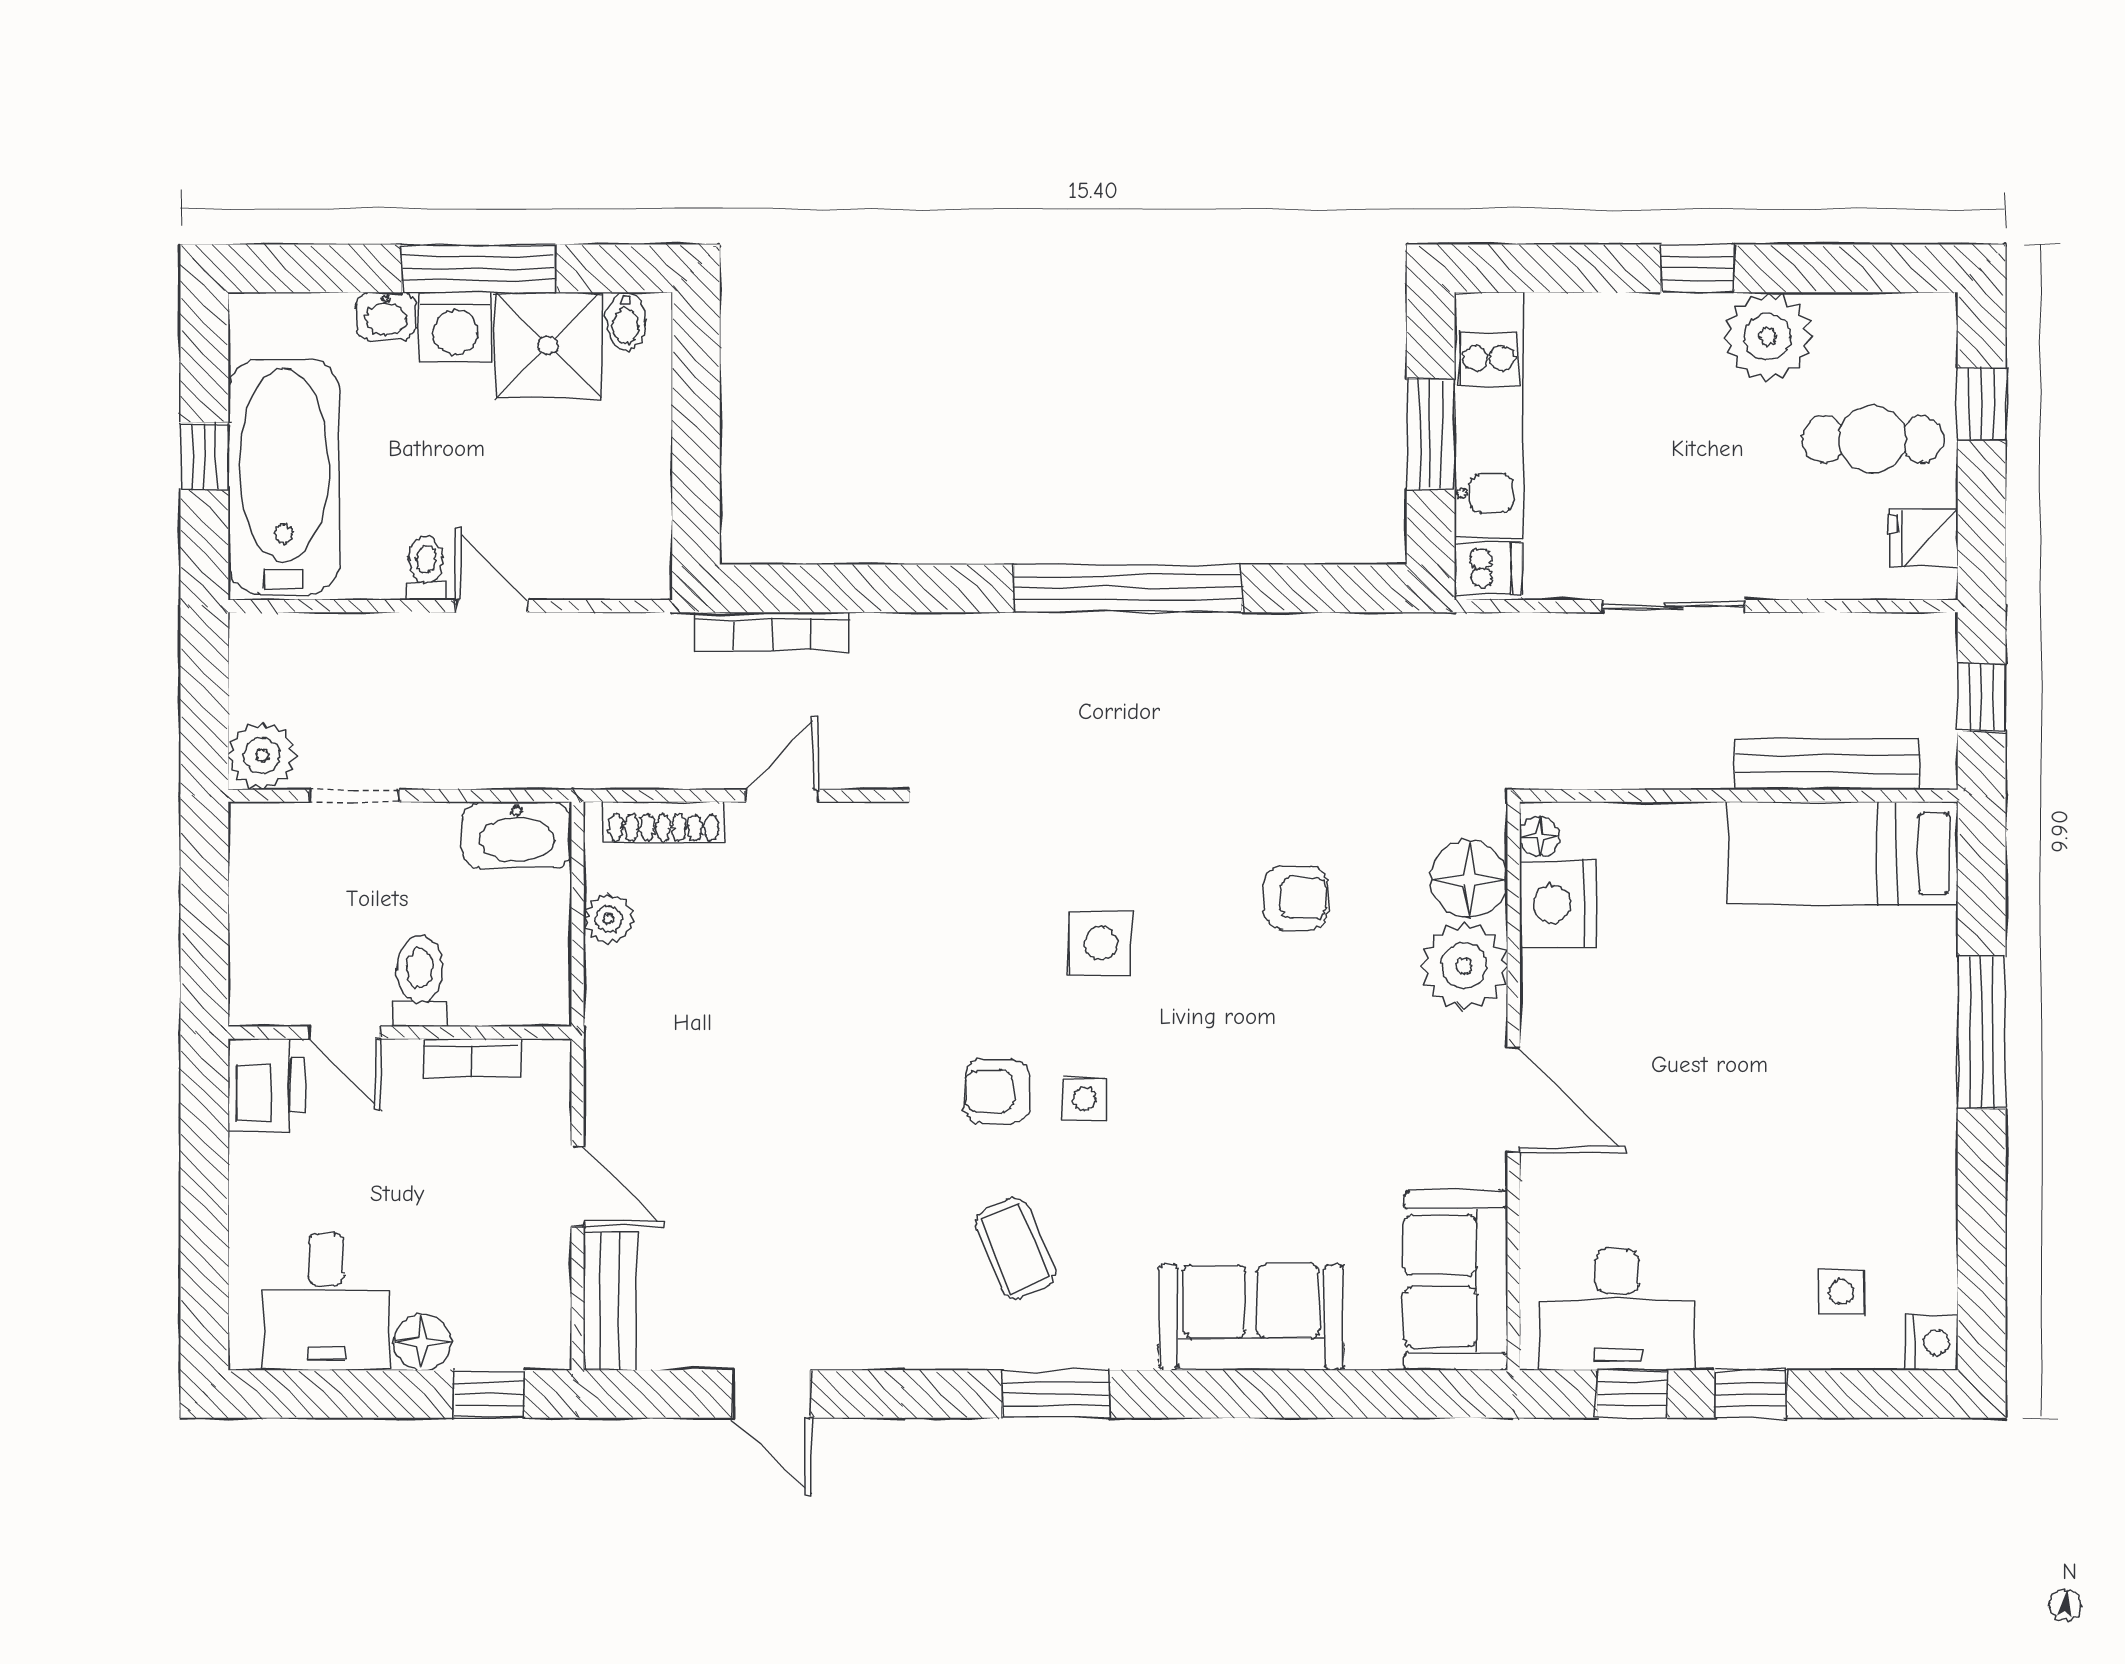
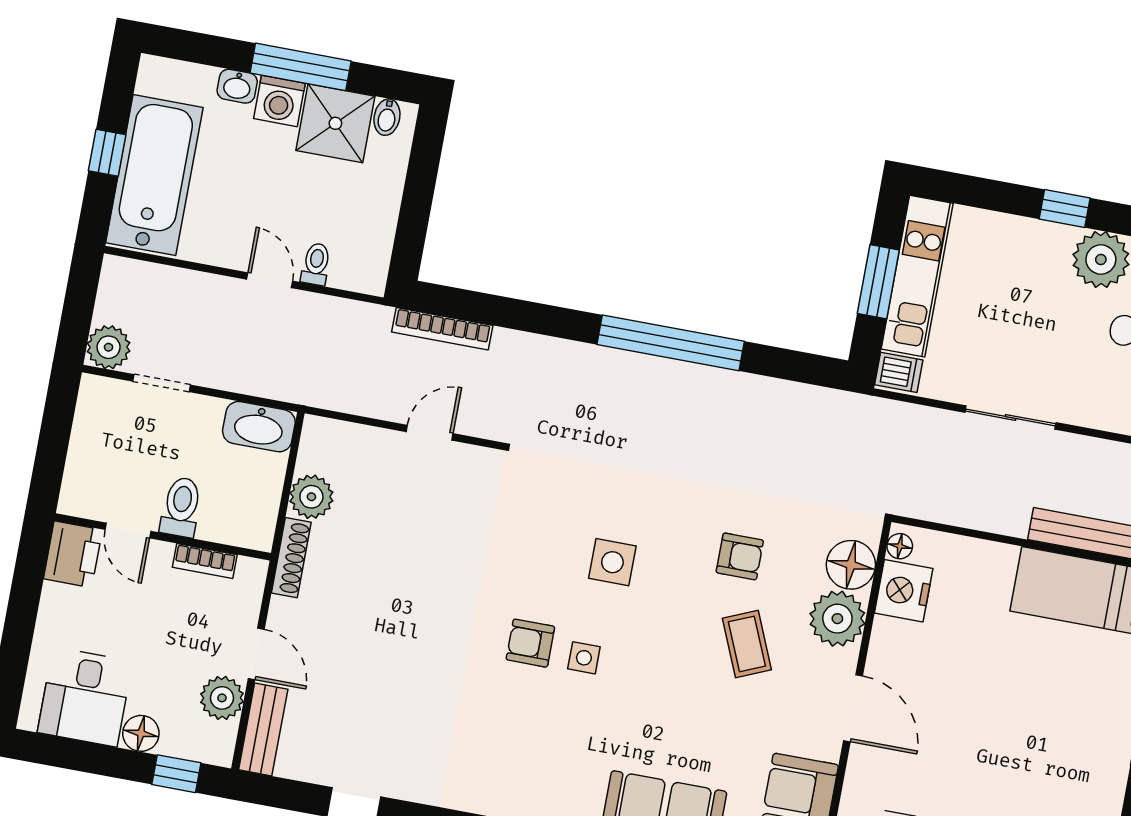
toilet: (426, 568) -> (316, 264), moved
shoe rack: (663, 822) -> (291, 558), moved, turned -90
plant: (608, 919) -> (311, 497), width x1.38, depth x1.38
coffee table: (1015, 1248) -> (747, 644), moved
plant: (537, 1264) -> (222, 698), added

